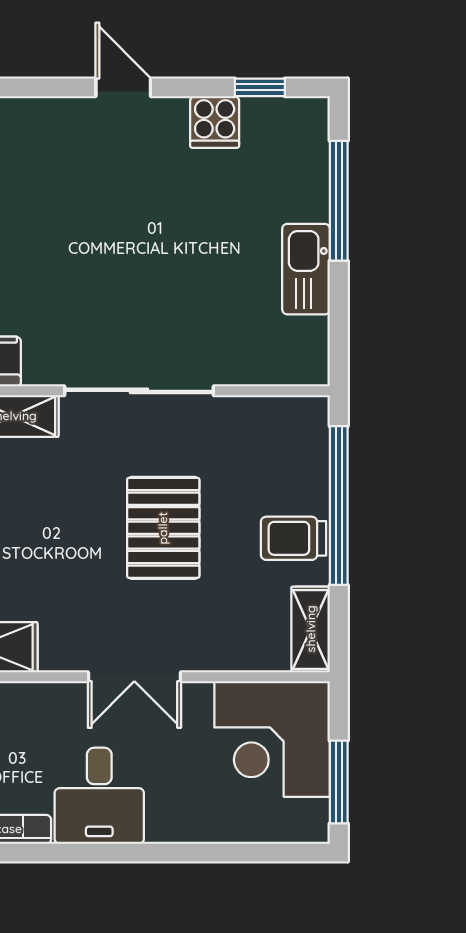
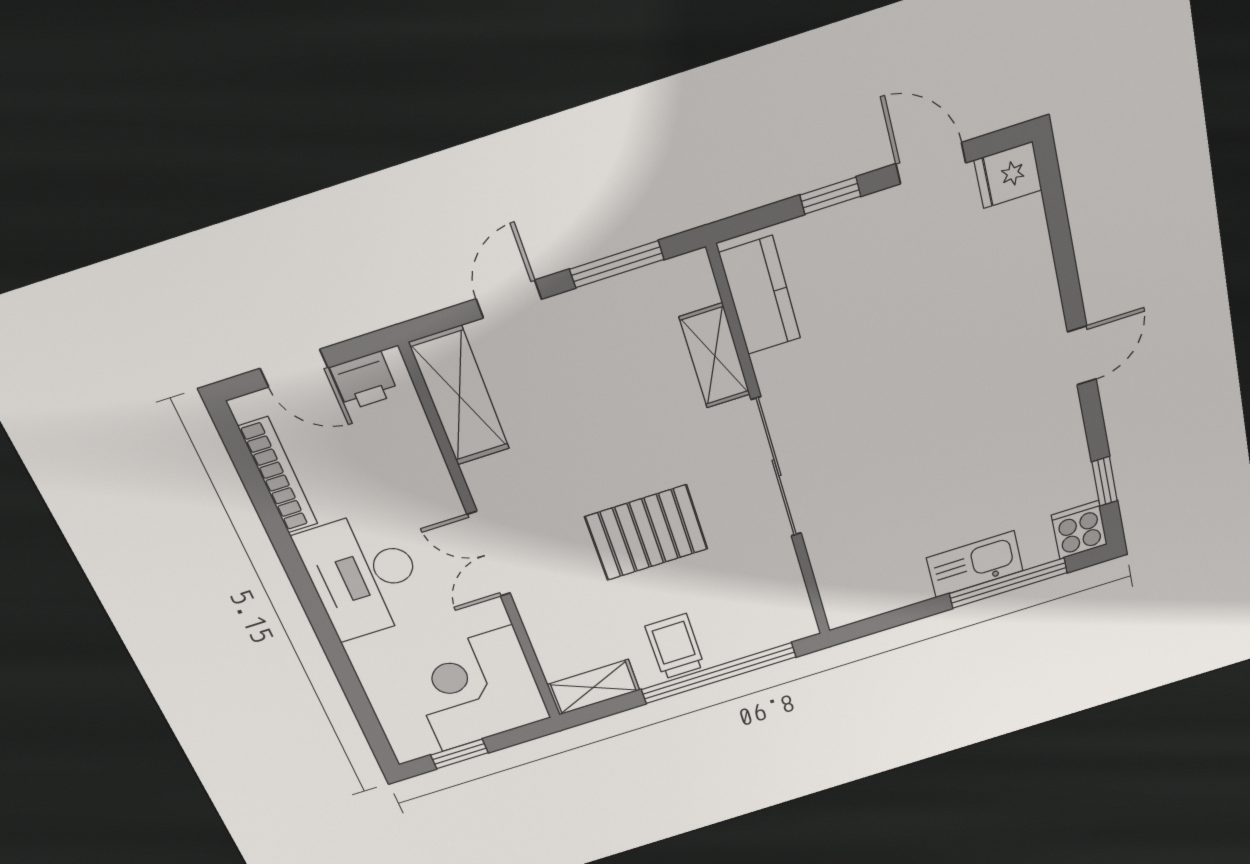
cooker: (215, 122) -> (1079, 530), moved, turned 90
kitchen sink: (306, 269) -> (975, 564), moved
window: (339, 782) -> (459, 754), width x0.67
desk: (99, 796) -> (363, 575), width x1.37

